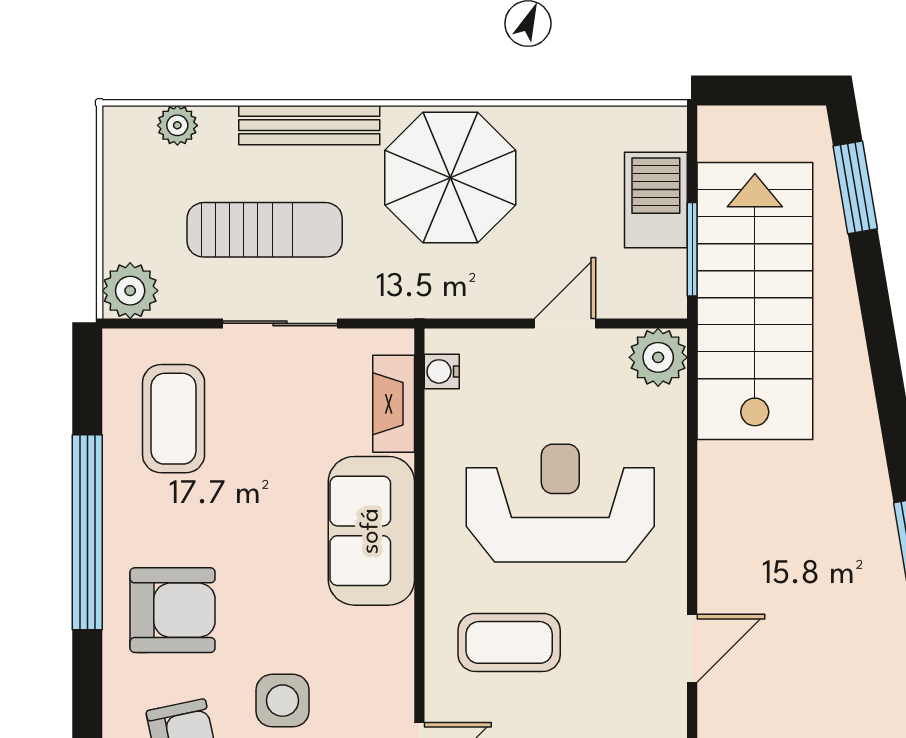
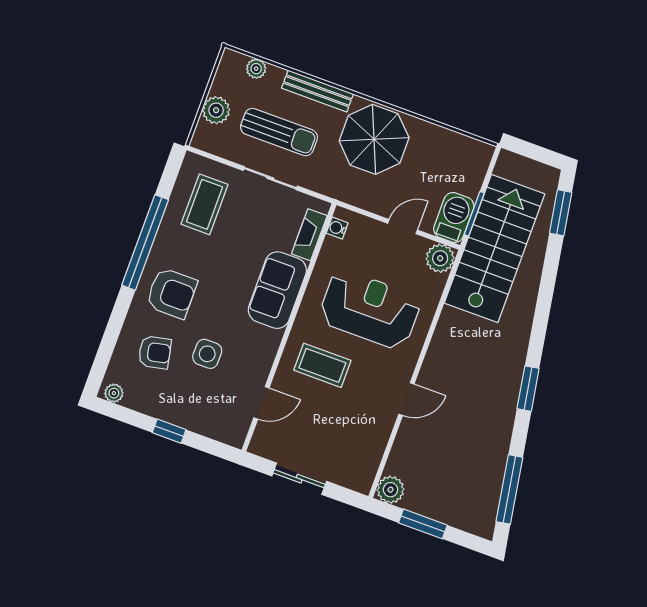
barbecue: (656, 200) -> (454, 217), moved
plant: (130, 291) -> (216, 110), moved

